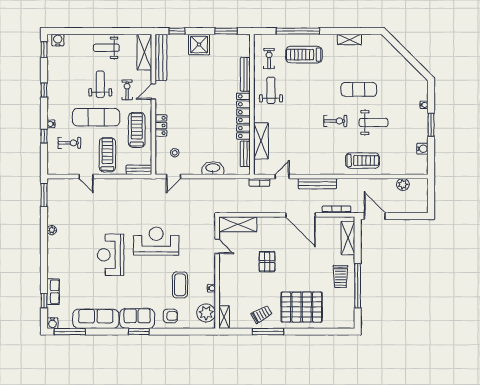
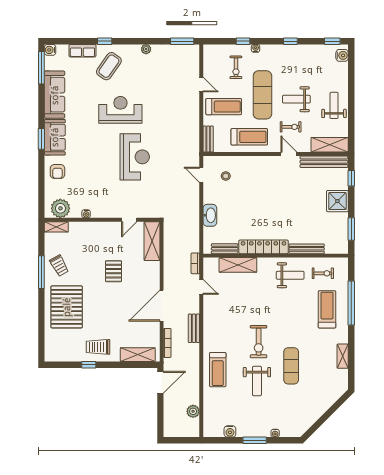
weight bench: (100, 84) -> (296, 99), turned 180
exercise bike: (335, 121) -> (259, 342), width x1.38, depth x1.39
locker: (161, 125) -> (254, 162), removed
door: (86, 176) -> (201, 85), swing flipped
bench: (317, 184) -> (194, 328), width x0.73
pallet: (267, 262) -> (114, 271), turned 90
coffee table: (180, 285) -> (109, 66), moved, turned -55
window: (358, 286) -> (89, 365), width x0.32
window: (44, 301) -> (105, 41), moved

